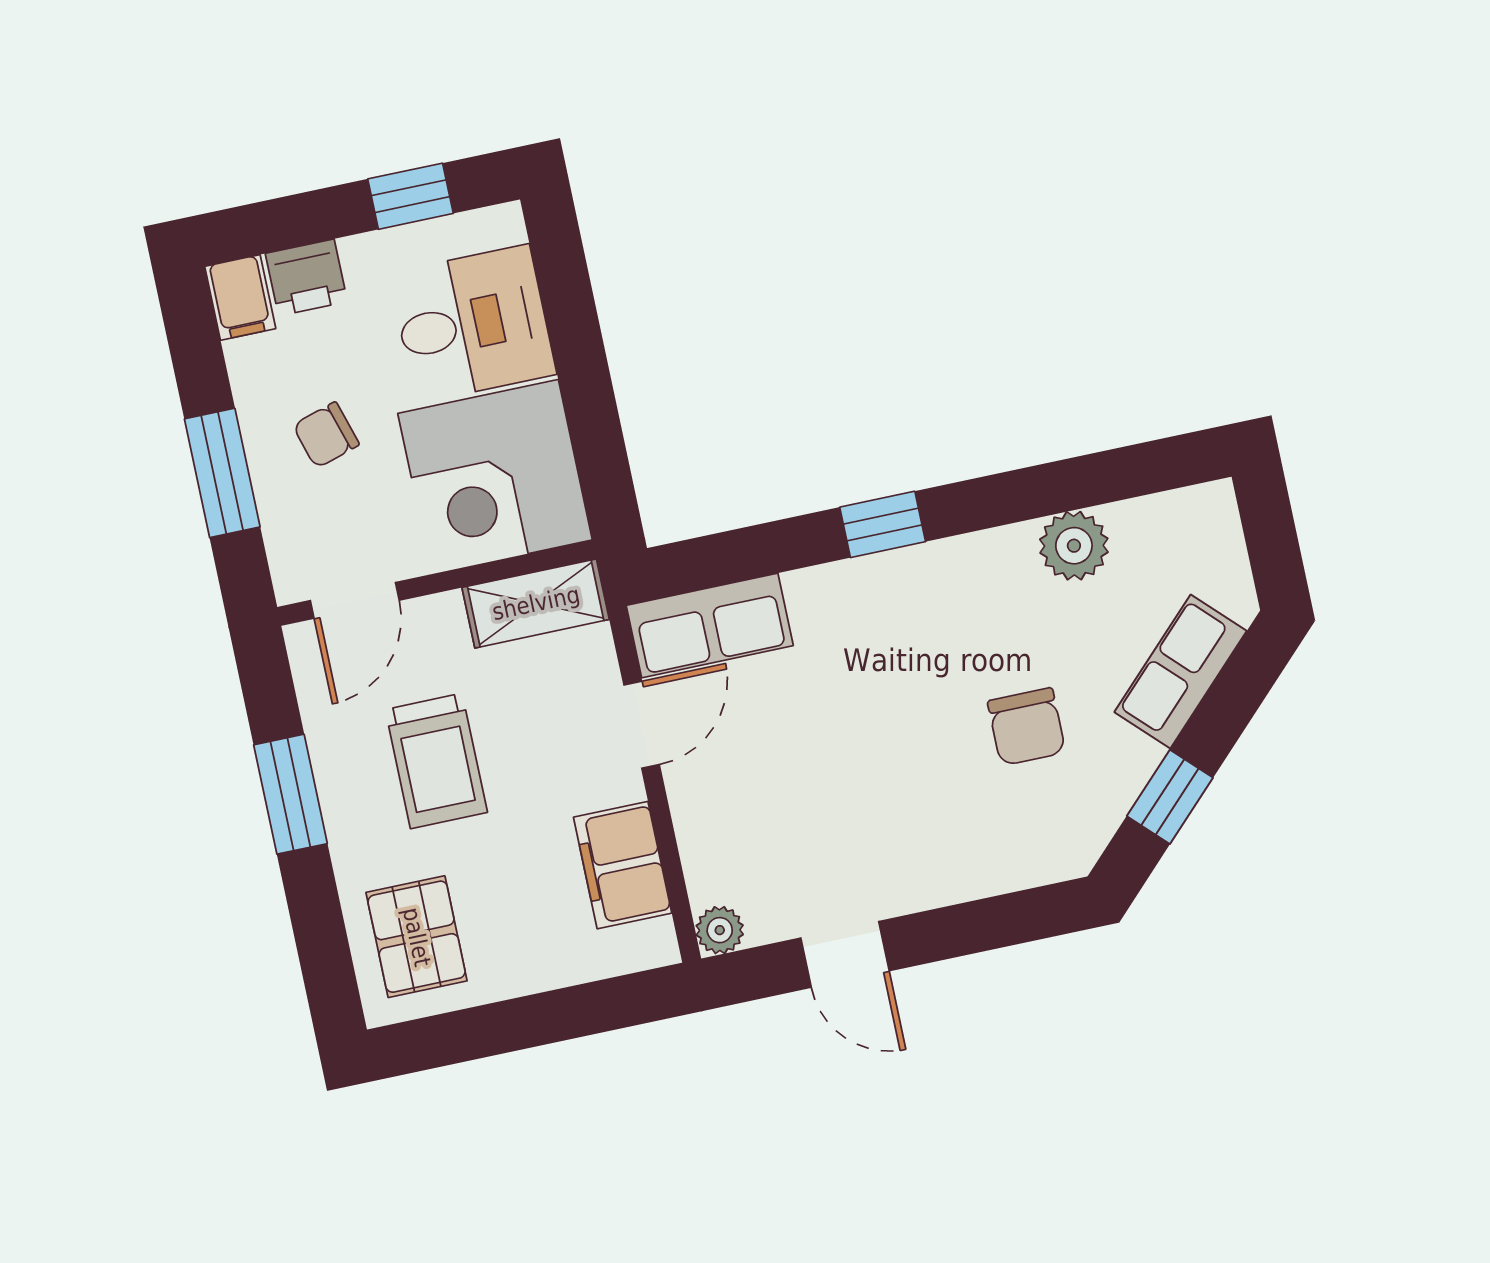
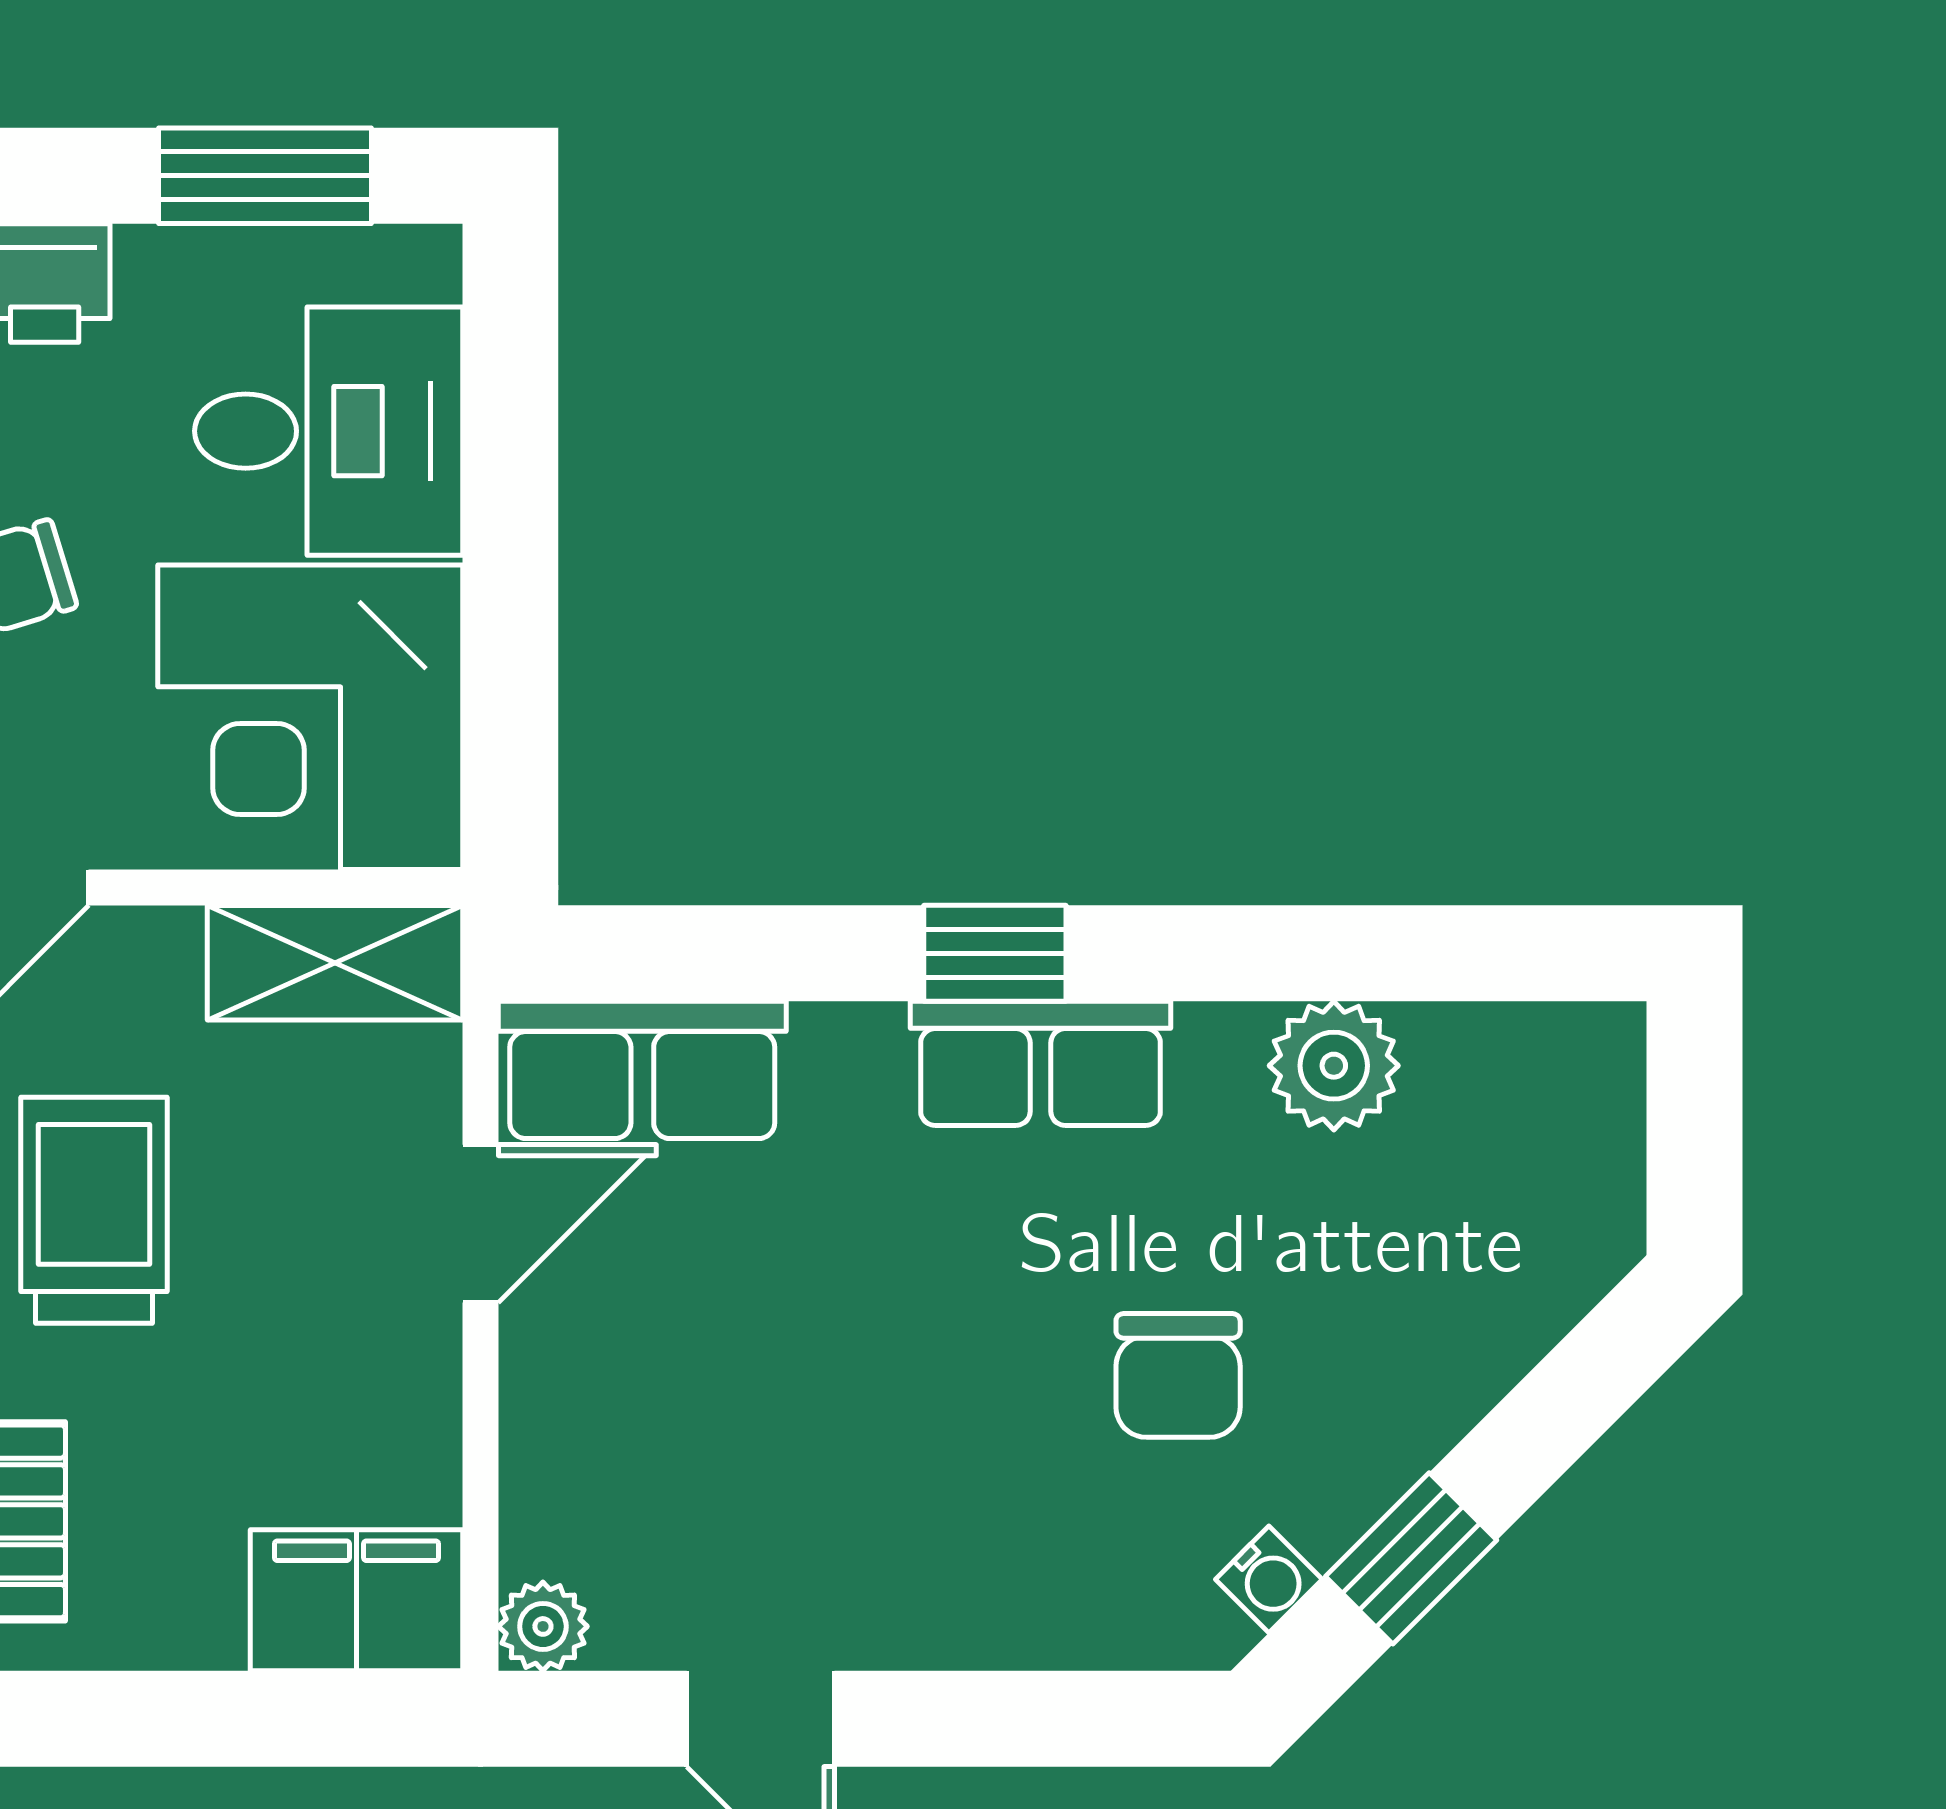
window: (410, 196) -> (265, 176), width x1.50
row of seats: (1181, 672) -> (1041, 1063), moved, turned -135
trolley: (436, 761) -> (94, 1210), turned 180
water cooler: (1097, 824) -> (1269, 1579), added
filing cabinet: (623, 865) -> (356, 1600), moved, turned 90

